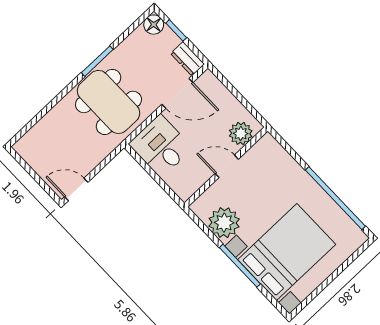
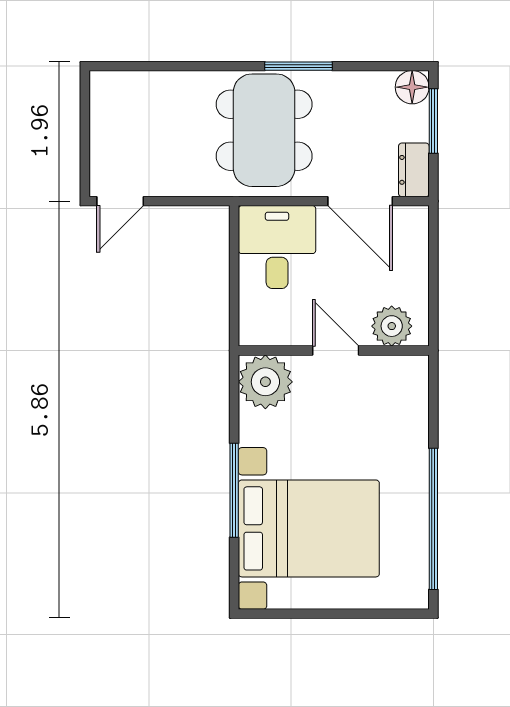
window: (176, 30) -> (433, 121), width x1.50
door: (76, 189) -> (120, 201), swing flipped
plant: (224, 223) -> (265, 382), moved

